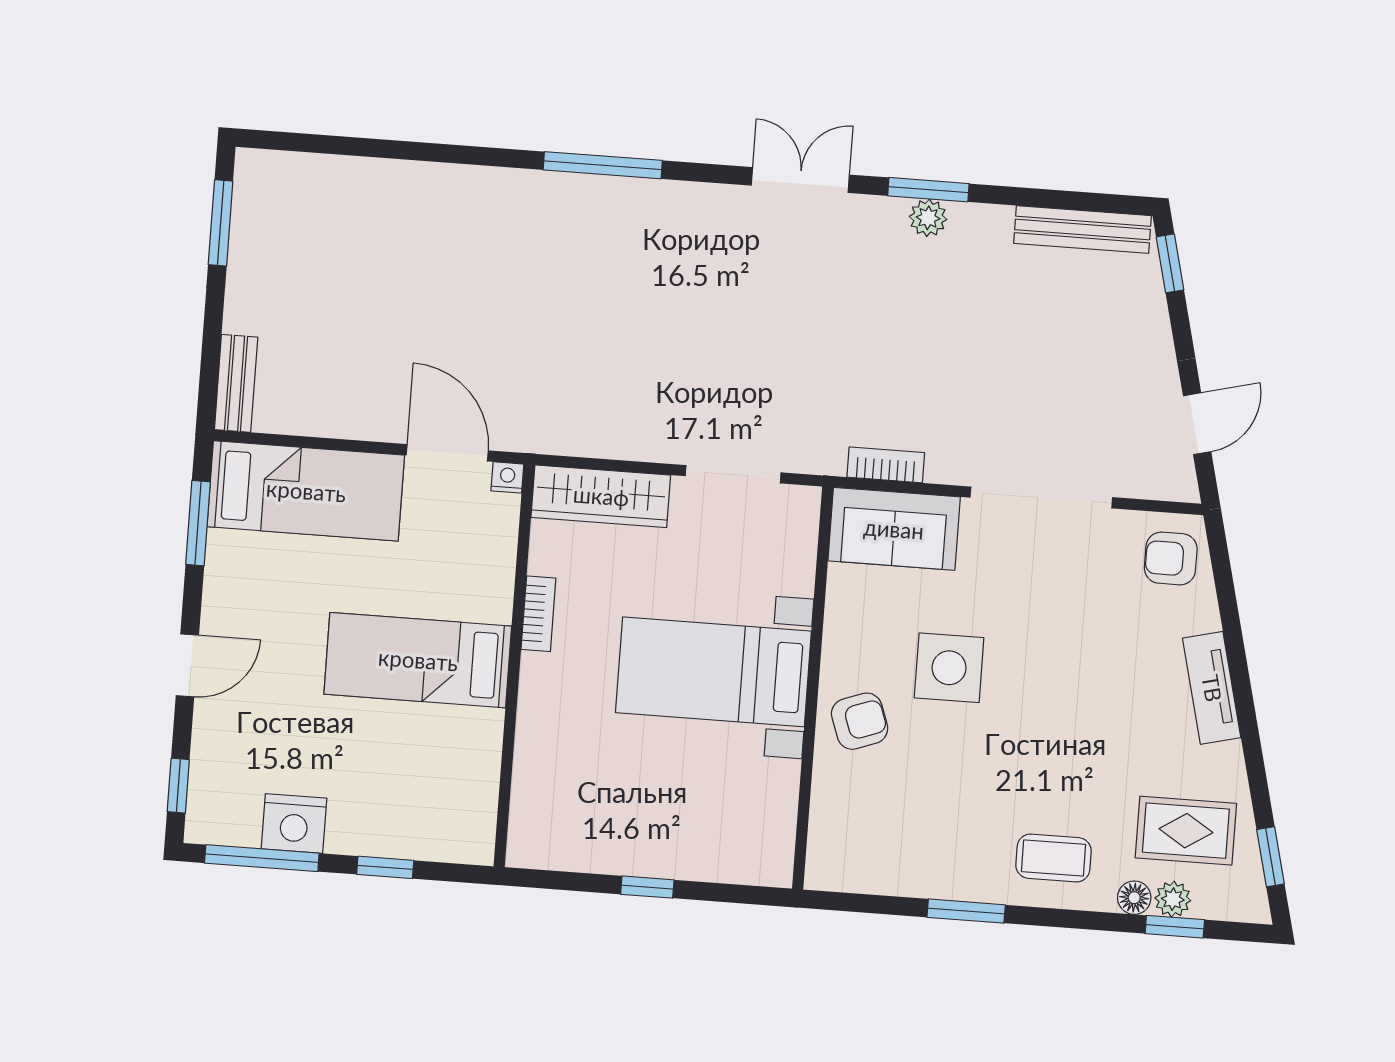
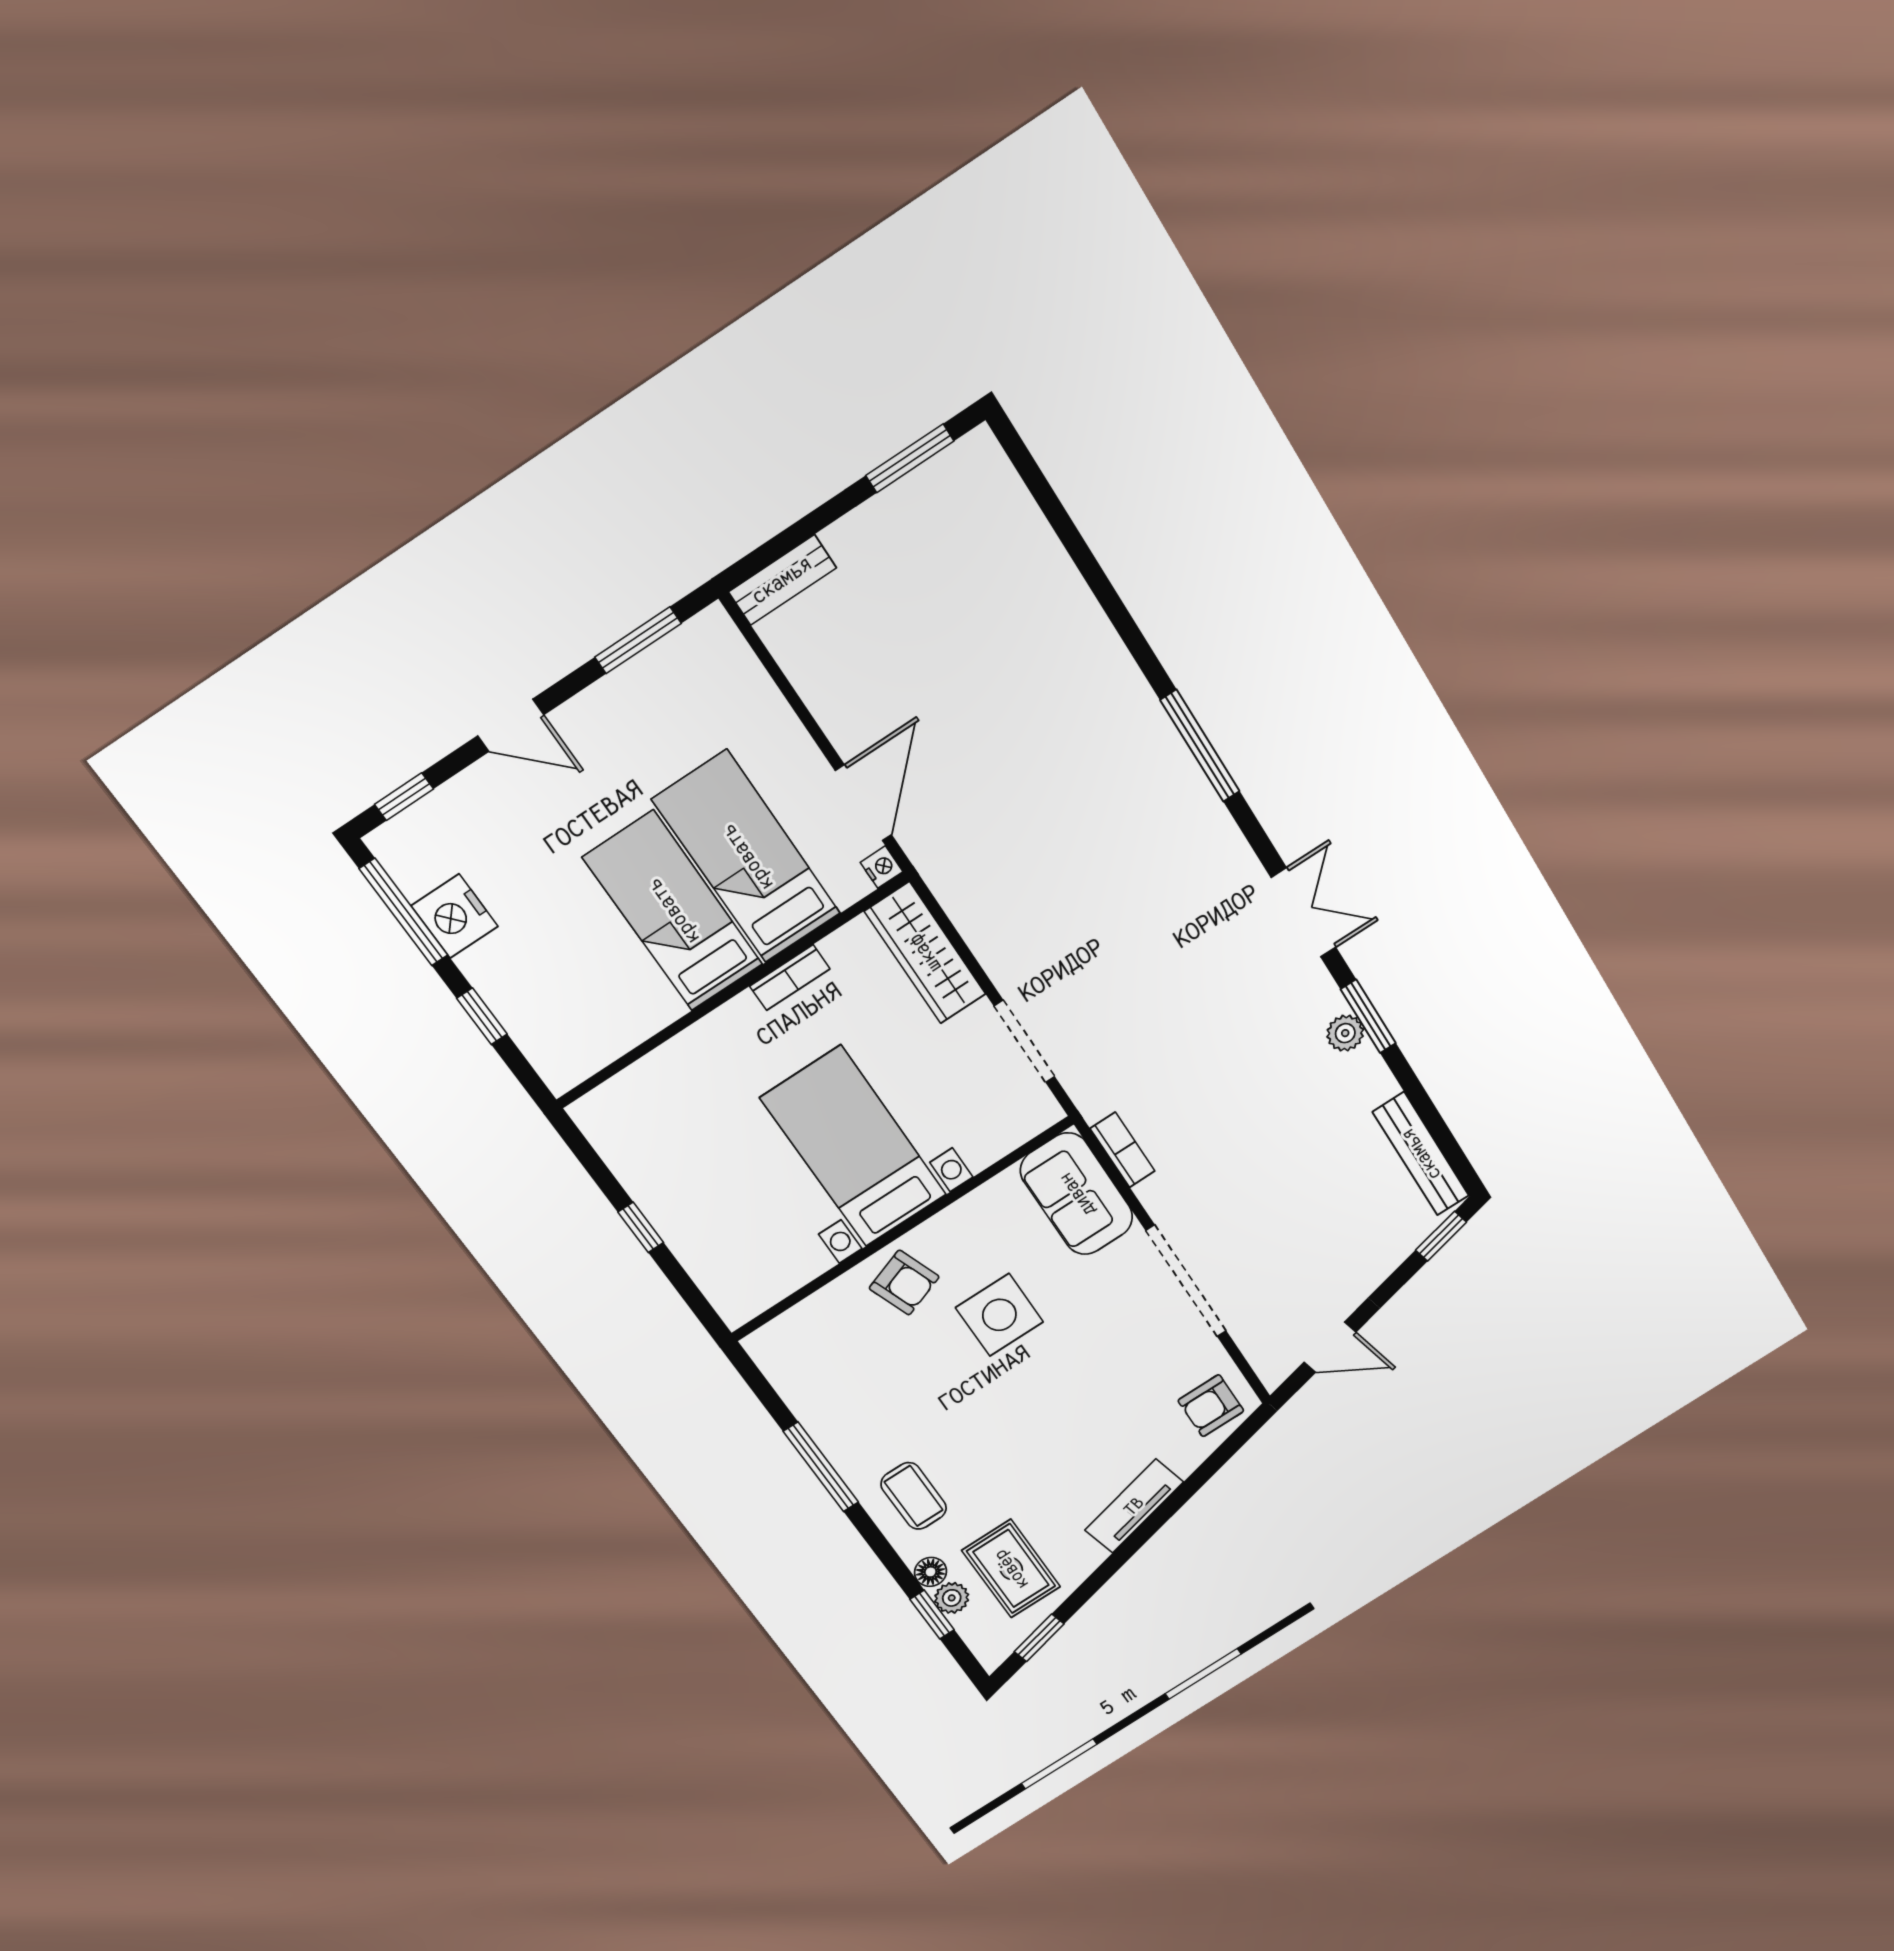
bed: (306, 491) -> (747, 857), moved, turned 180
armchair: (1171, 558) -> (1211, 1406), turned -90
window: (966, 911) -> (821, 1467), width x1.44

